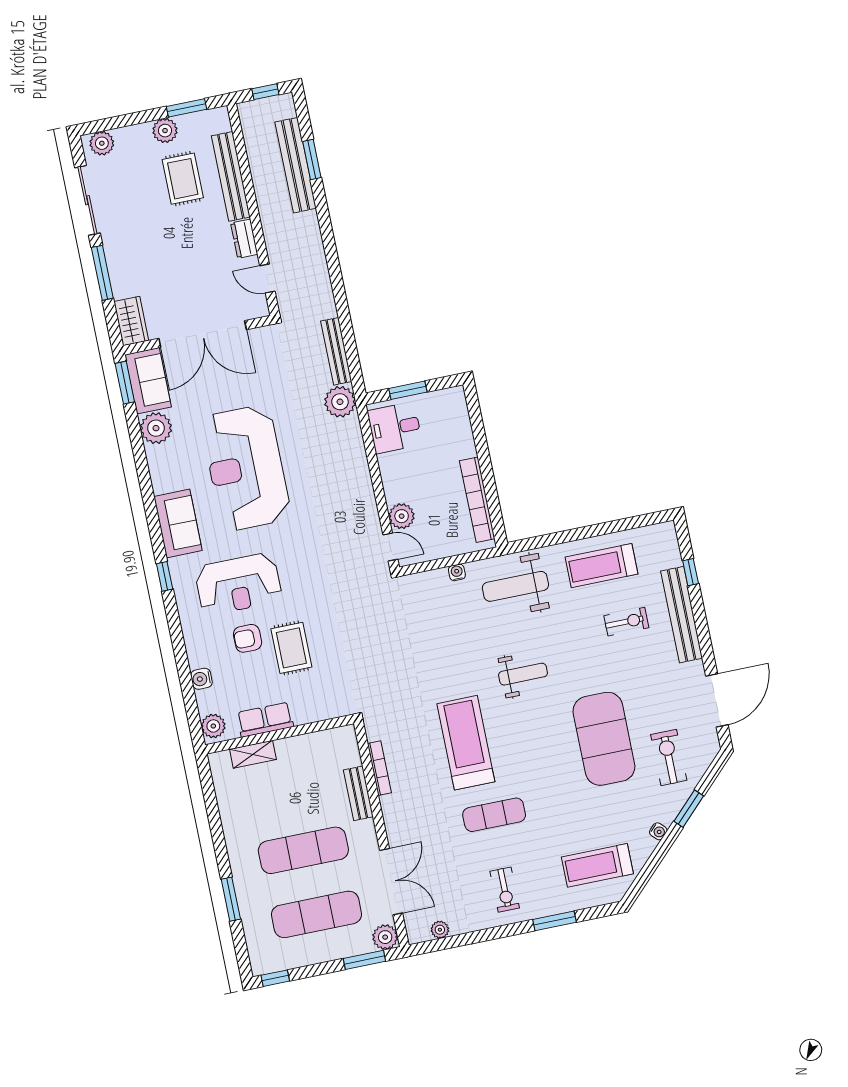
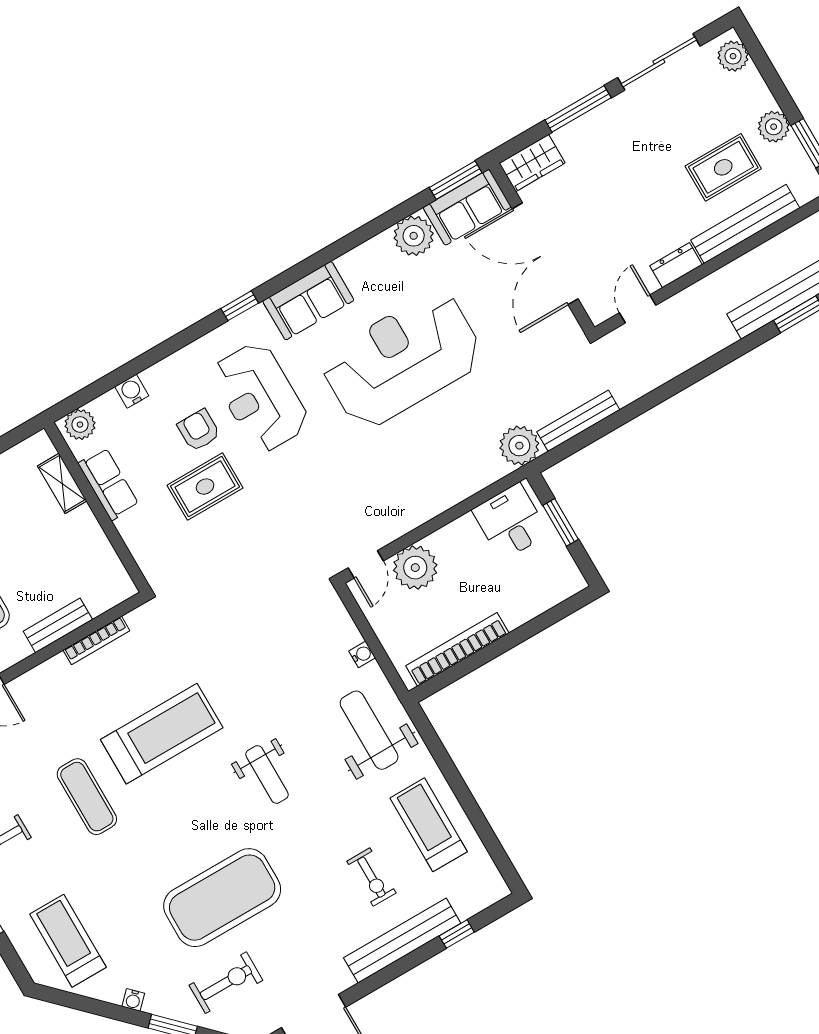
plant: (402, 516) -> (415, 568), width x1.36, depth x1.36

